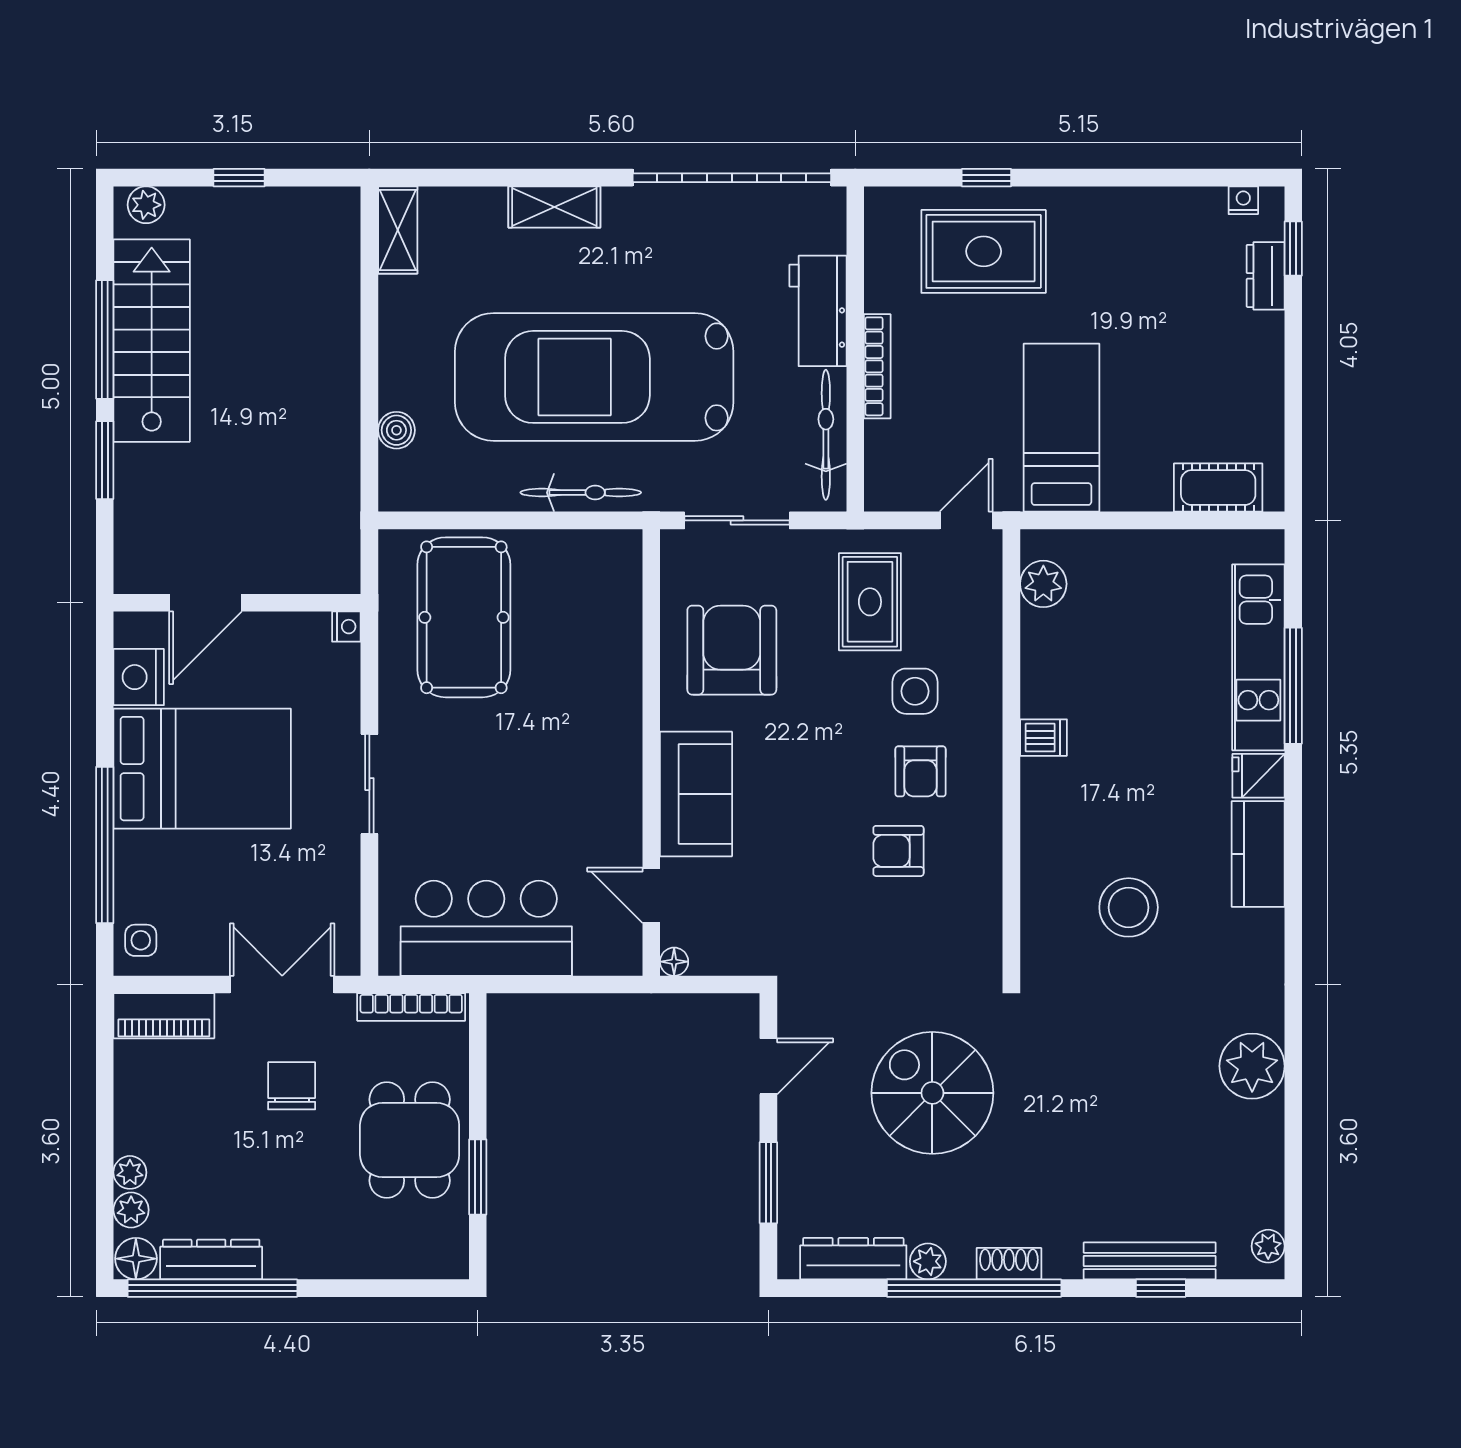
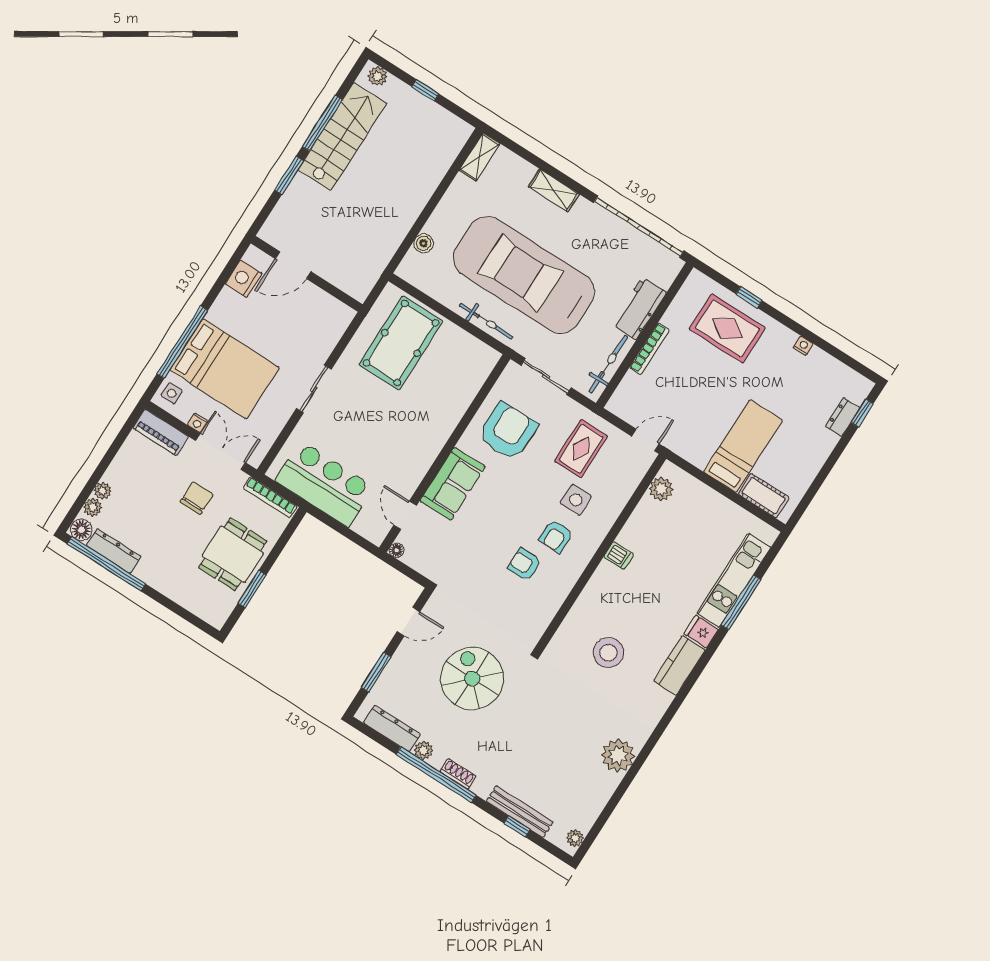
nightstand: (1243, 200) -> (803, 346), moved
bed: (1061, 428) -> (743, 446), moved
nightstand: (346, 627) -> (198, 423), moved, turned 90
bed: (202, 769) -> (225, 369), moved

